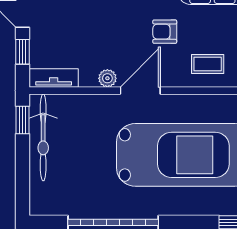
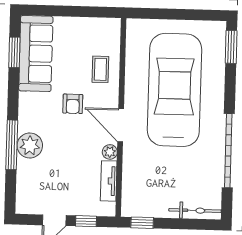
tv unit: (54, 78) -> (109, 181), moved
bicycle: (43, 137) -> (195, 210), moved, width x0.73, depth x0.71

